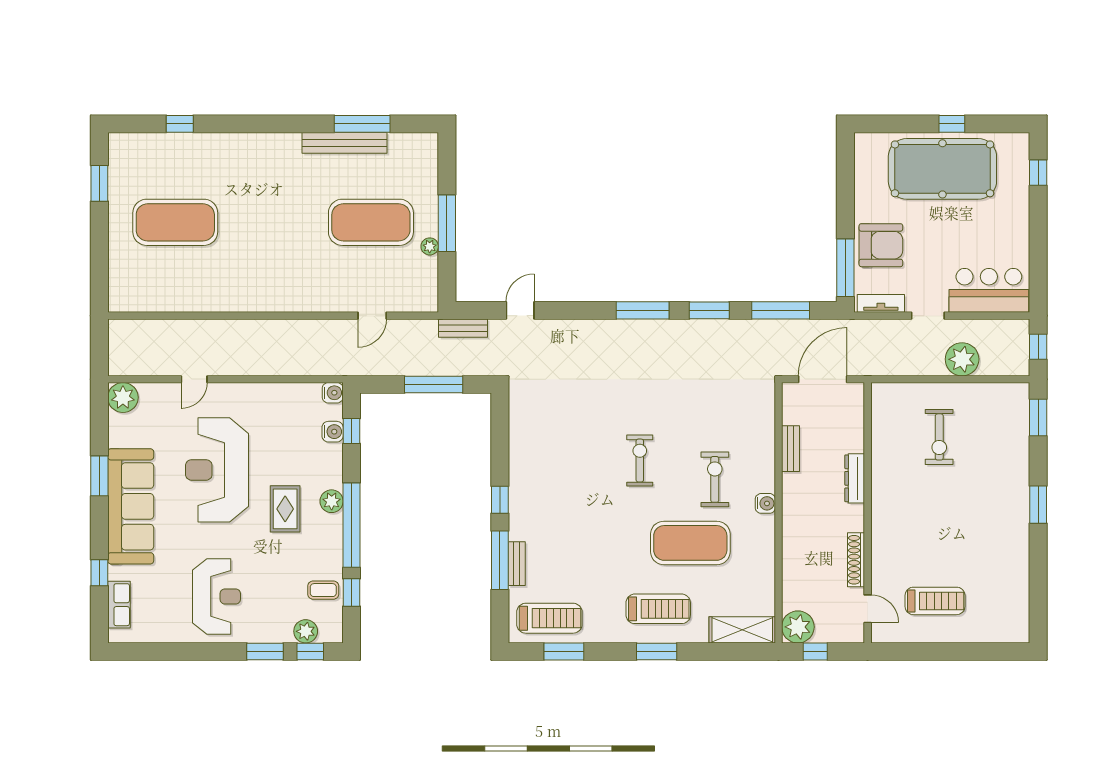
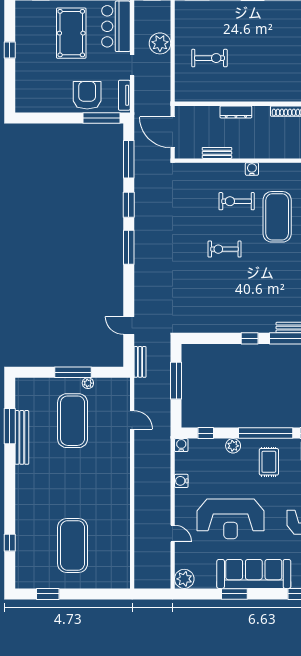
pool table: (942, 169) -> (71, 33), moved, width x0.73, depth x0.76
water cooler: (333, 432) -> (181, 481), moved, turned -90
plant: (332, 501) -> (233, 446), moved
rug: (285, 509) -> (269, 462), moved, turned 90

